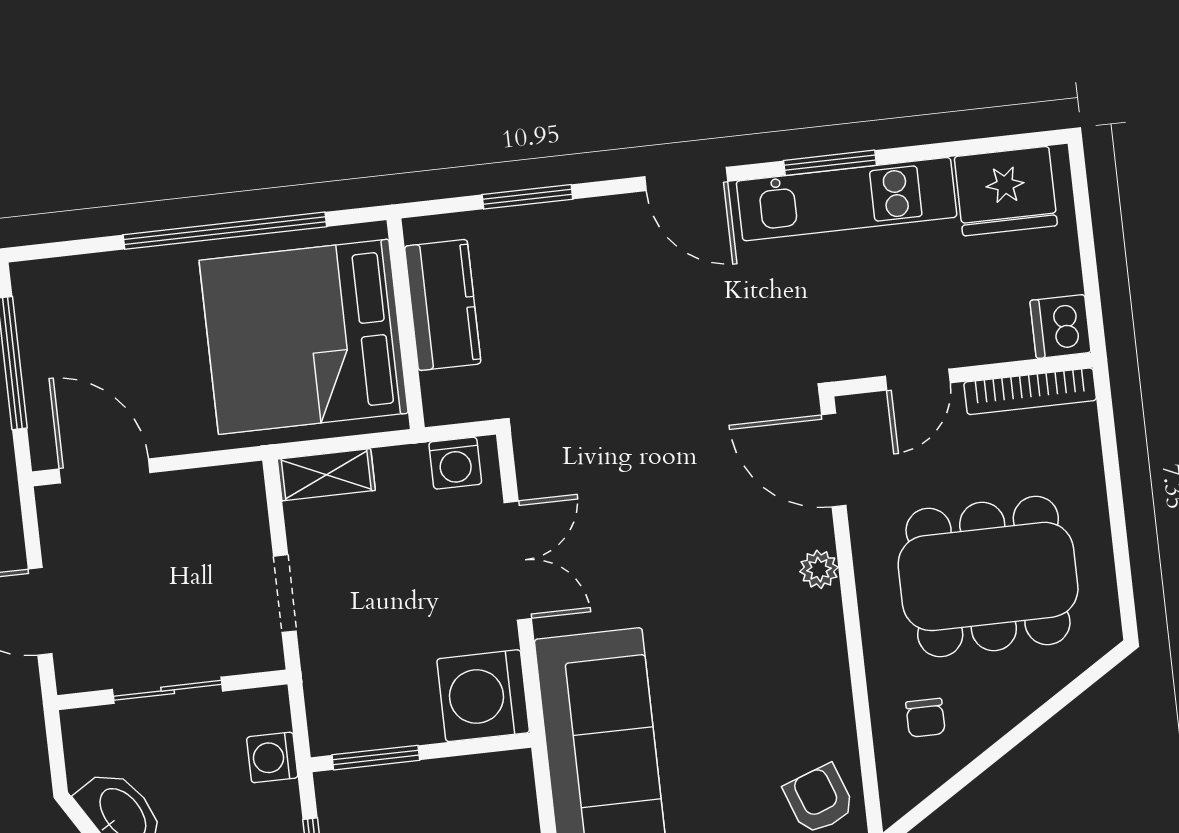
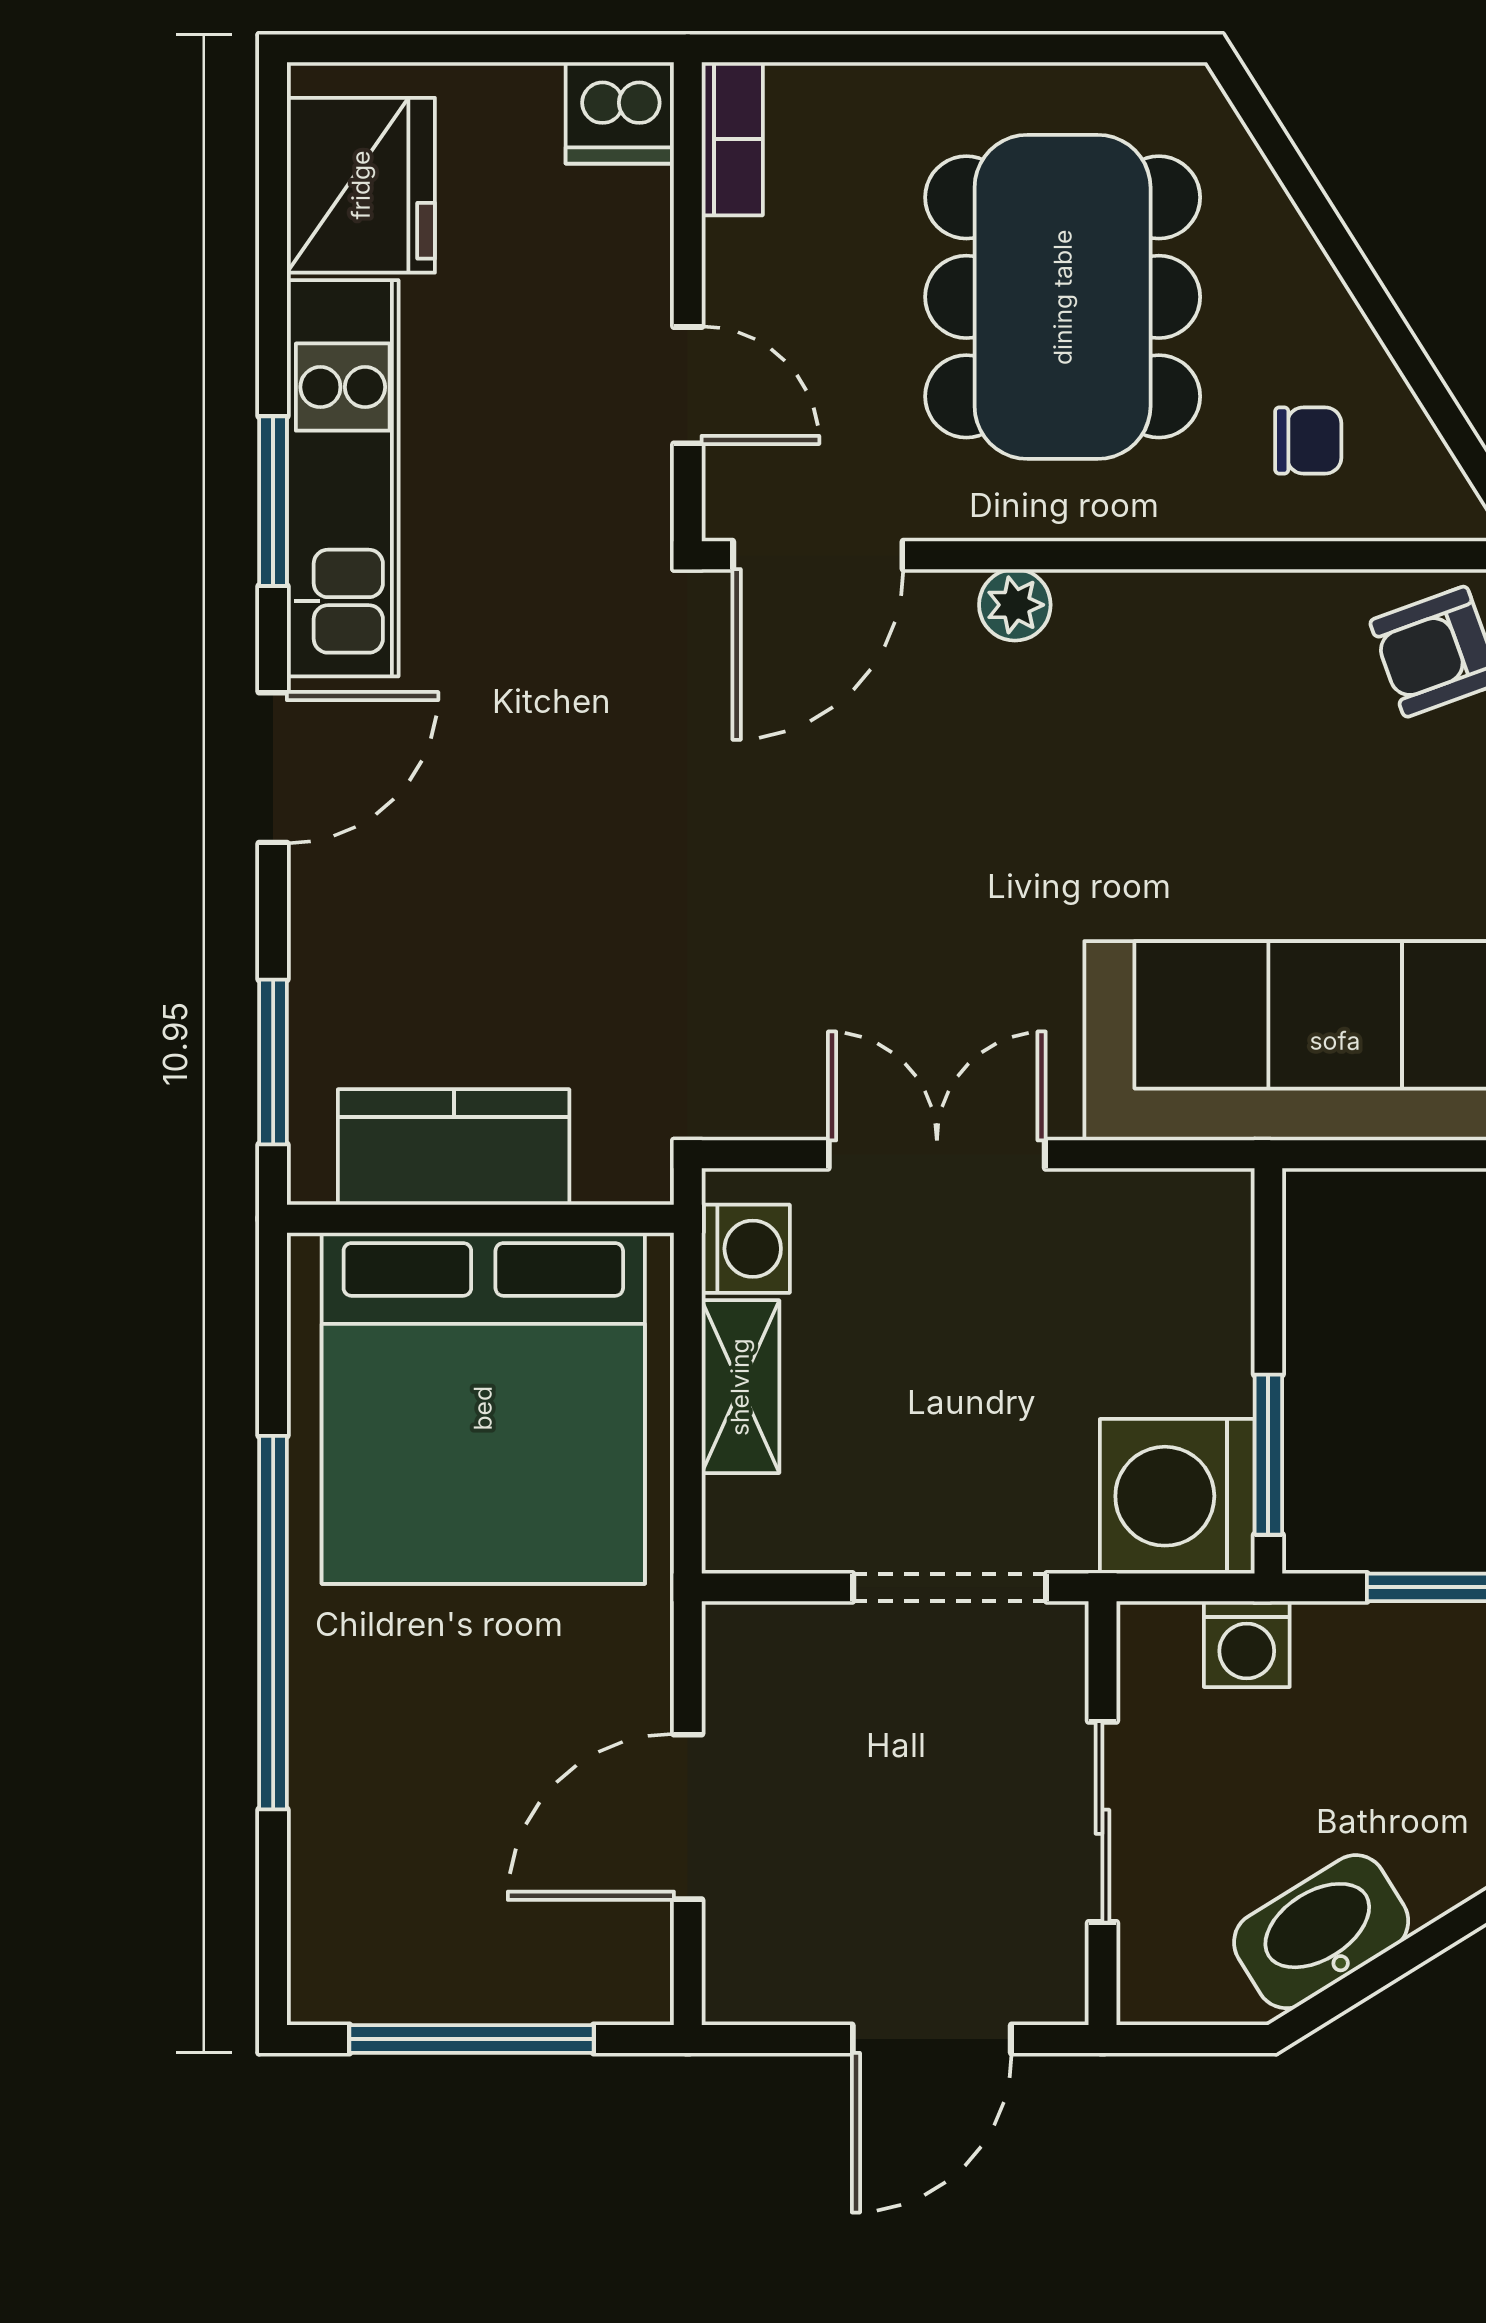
kitchen counter: (443, 305) -> (454, 1147), moved
wall: (406, 324) -> (480, 1219), moved
bed: (304, 337) -> (483, 1408), moved
bookcase: (1030, 391) -> (732, 139), width x0.64
door: (105, 471) -> (688, 1817), moved
shelving: (326, 475) -> (740, 1387), moved
doorway: (285, 594) -> (950, 1587), width x1.38
washing machine: (483, 696) -> (1177, 1496), moved, turned 90

